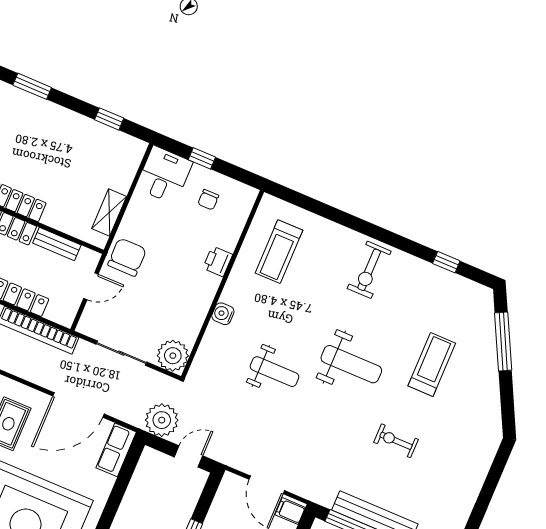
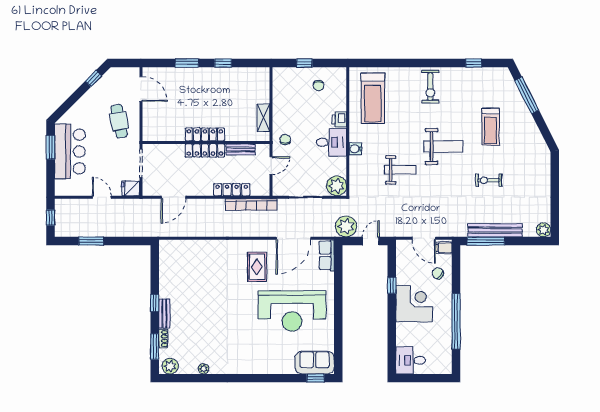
window: (109, 119) -> (223, 63), moved
desk: (164, 175) -> (331, 142), moved, turned 90
treadmill: (279, 252) -> (373, 98), width x1.37, depth x1.38
chair: (127, 257) -> (285, 140), width x0.54, depth x0.54
treadmill: (432, 365) -> (491, 127), turned 180

